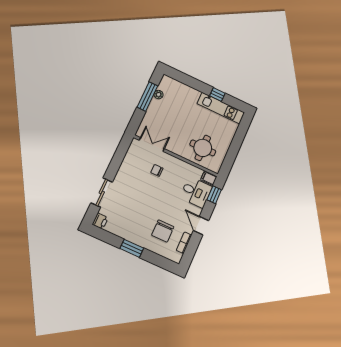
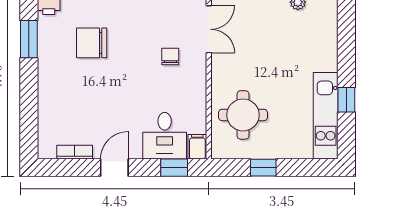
window: (233, 150) -> (263, 168), added
chair: (163, 231) -> (92, 43), moved
window: (132, 248) -> (29, 39), moved

